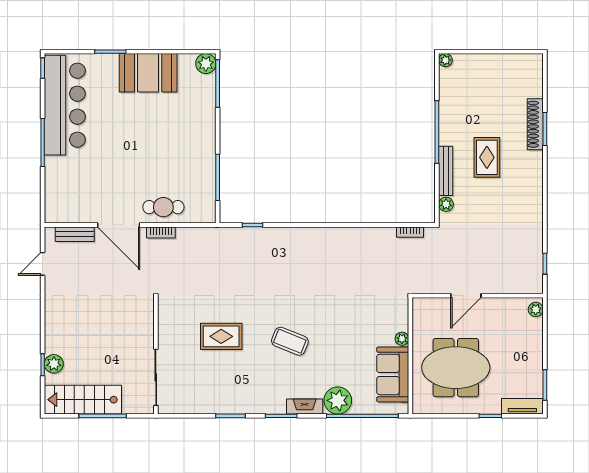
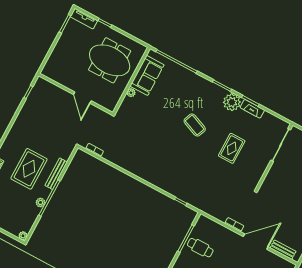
rug: (487, 157) -> (29, 169), width x1.36, depth x1.43
plant: (446, 204) -> (40, 202), moved
cafe table: (163, 207) -> (200, 248), moved
door: (119, 225) -> (256, 242), hinge flipped
door: (466, 296) -> (82, 98), swing flipped
plant: (536, 309) -> (47, 69), removed
rug: (221, 336) -> (232, 148), turned 90
plant: (338, 400) -> (232, 102), moved
fireplace: (305, 406) -> (252, 109), moved

